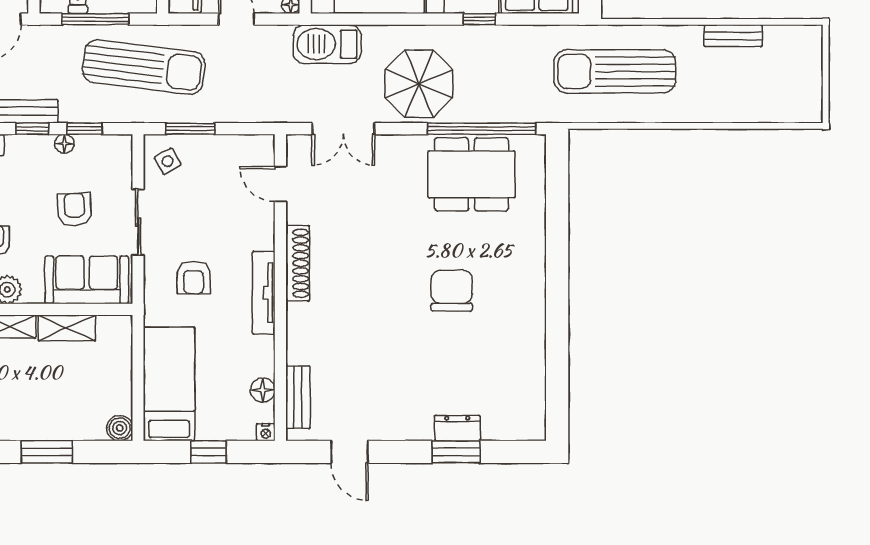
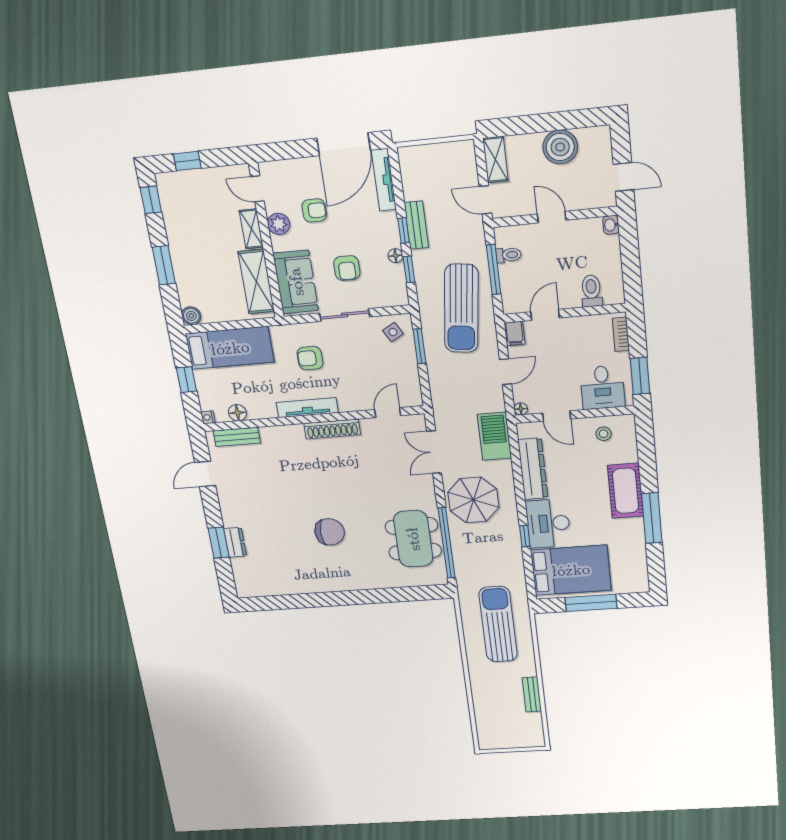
armchair: (75, 210) -> (347, 268), turned 93
shelving: (67, 328) -> (256, 282), width x1.50, depth x1.33

